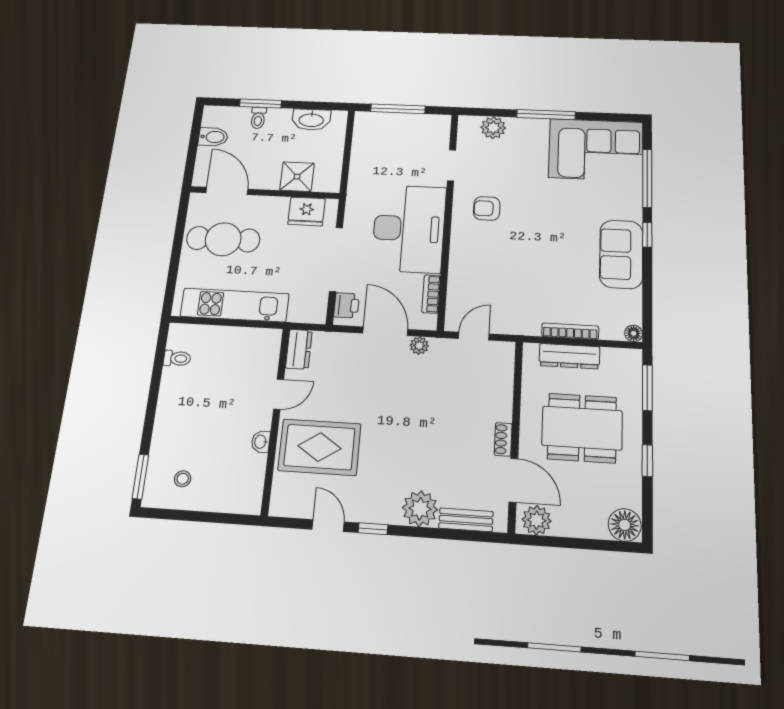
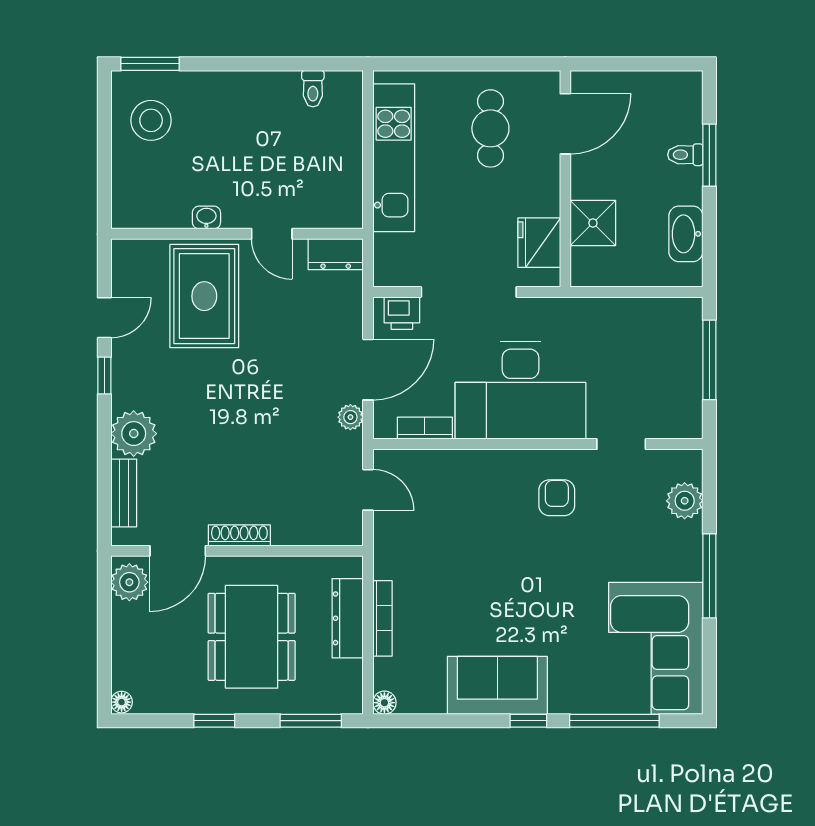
bidet: (213, 137) -> (651, 92), removed
cafe table: (223, 239) -> (490, 128), width x0.73, depth x0.74
shoe rack: (503, 439) -> (239, 535), width x1.43
stool: (183, 479) -> (151, 120), width x1.89, depth x1.89
floor lamp: (625, 525) -> (122, 702), width x0.53, depth x0.53

